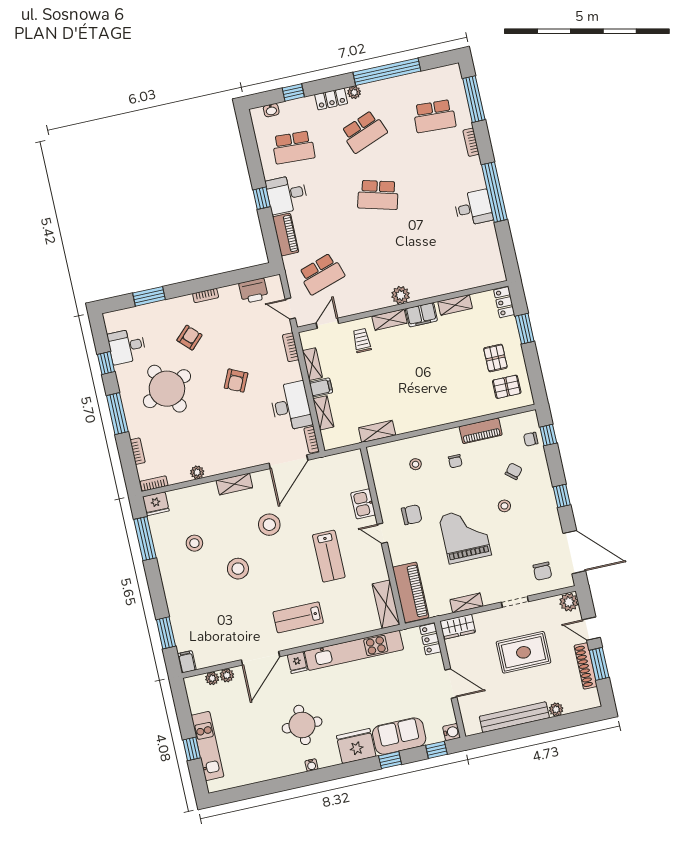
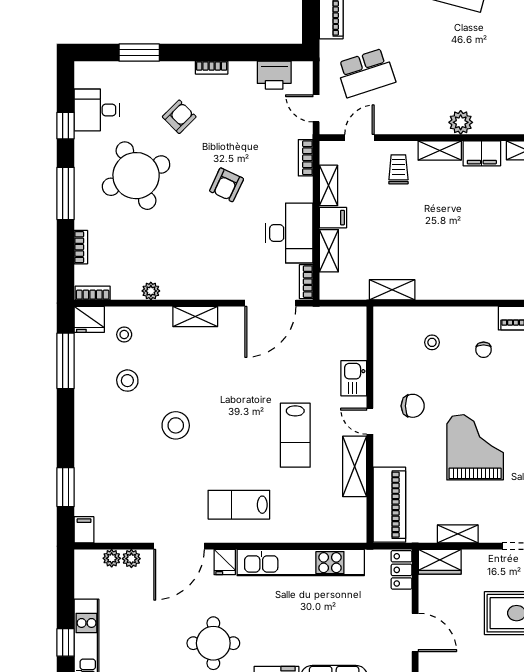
stool: (269, 525) -> (124, 334), moved, width x0.53, depth x0.53
shelving: (386, 604) -> (355, 466), moved

